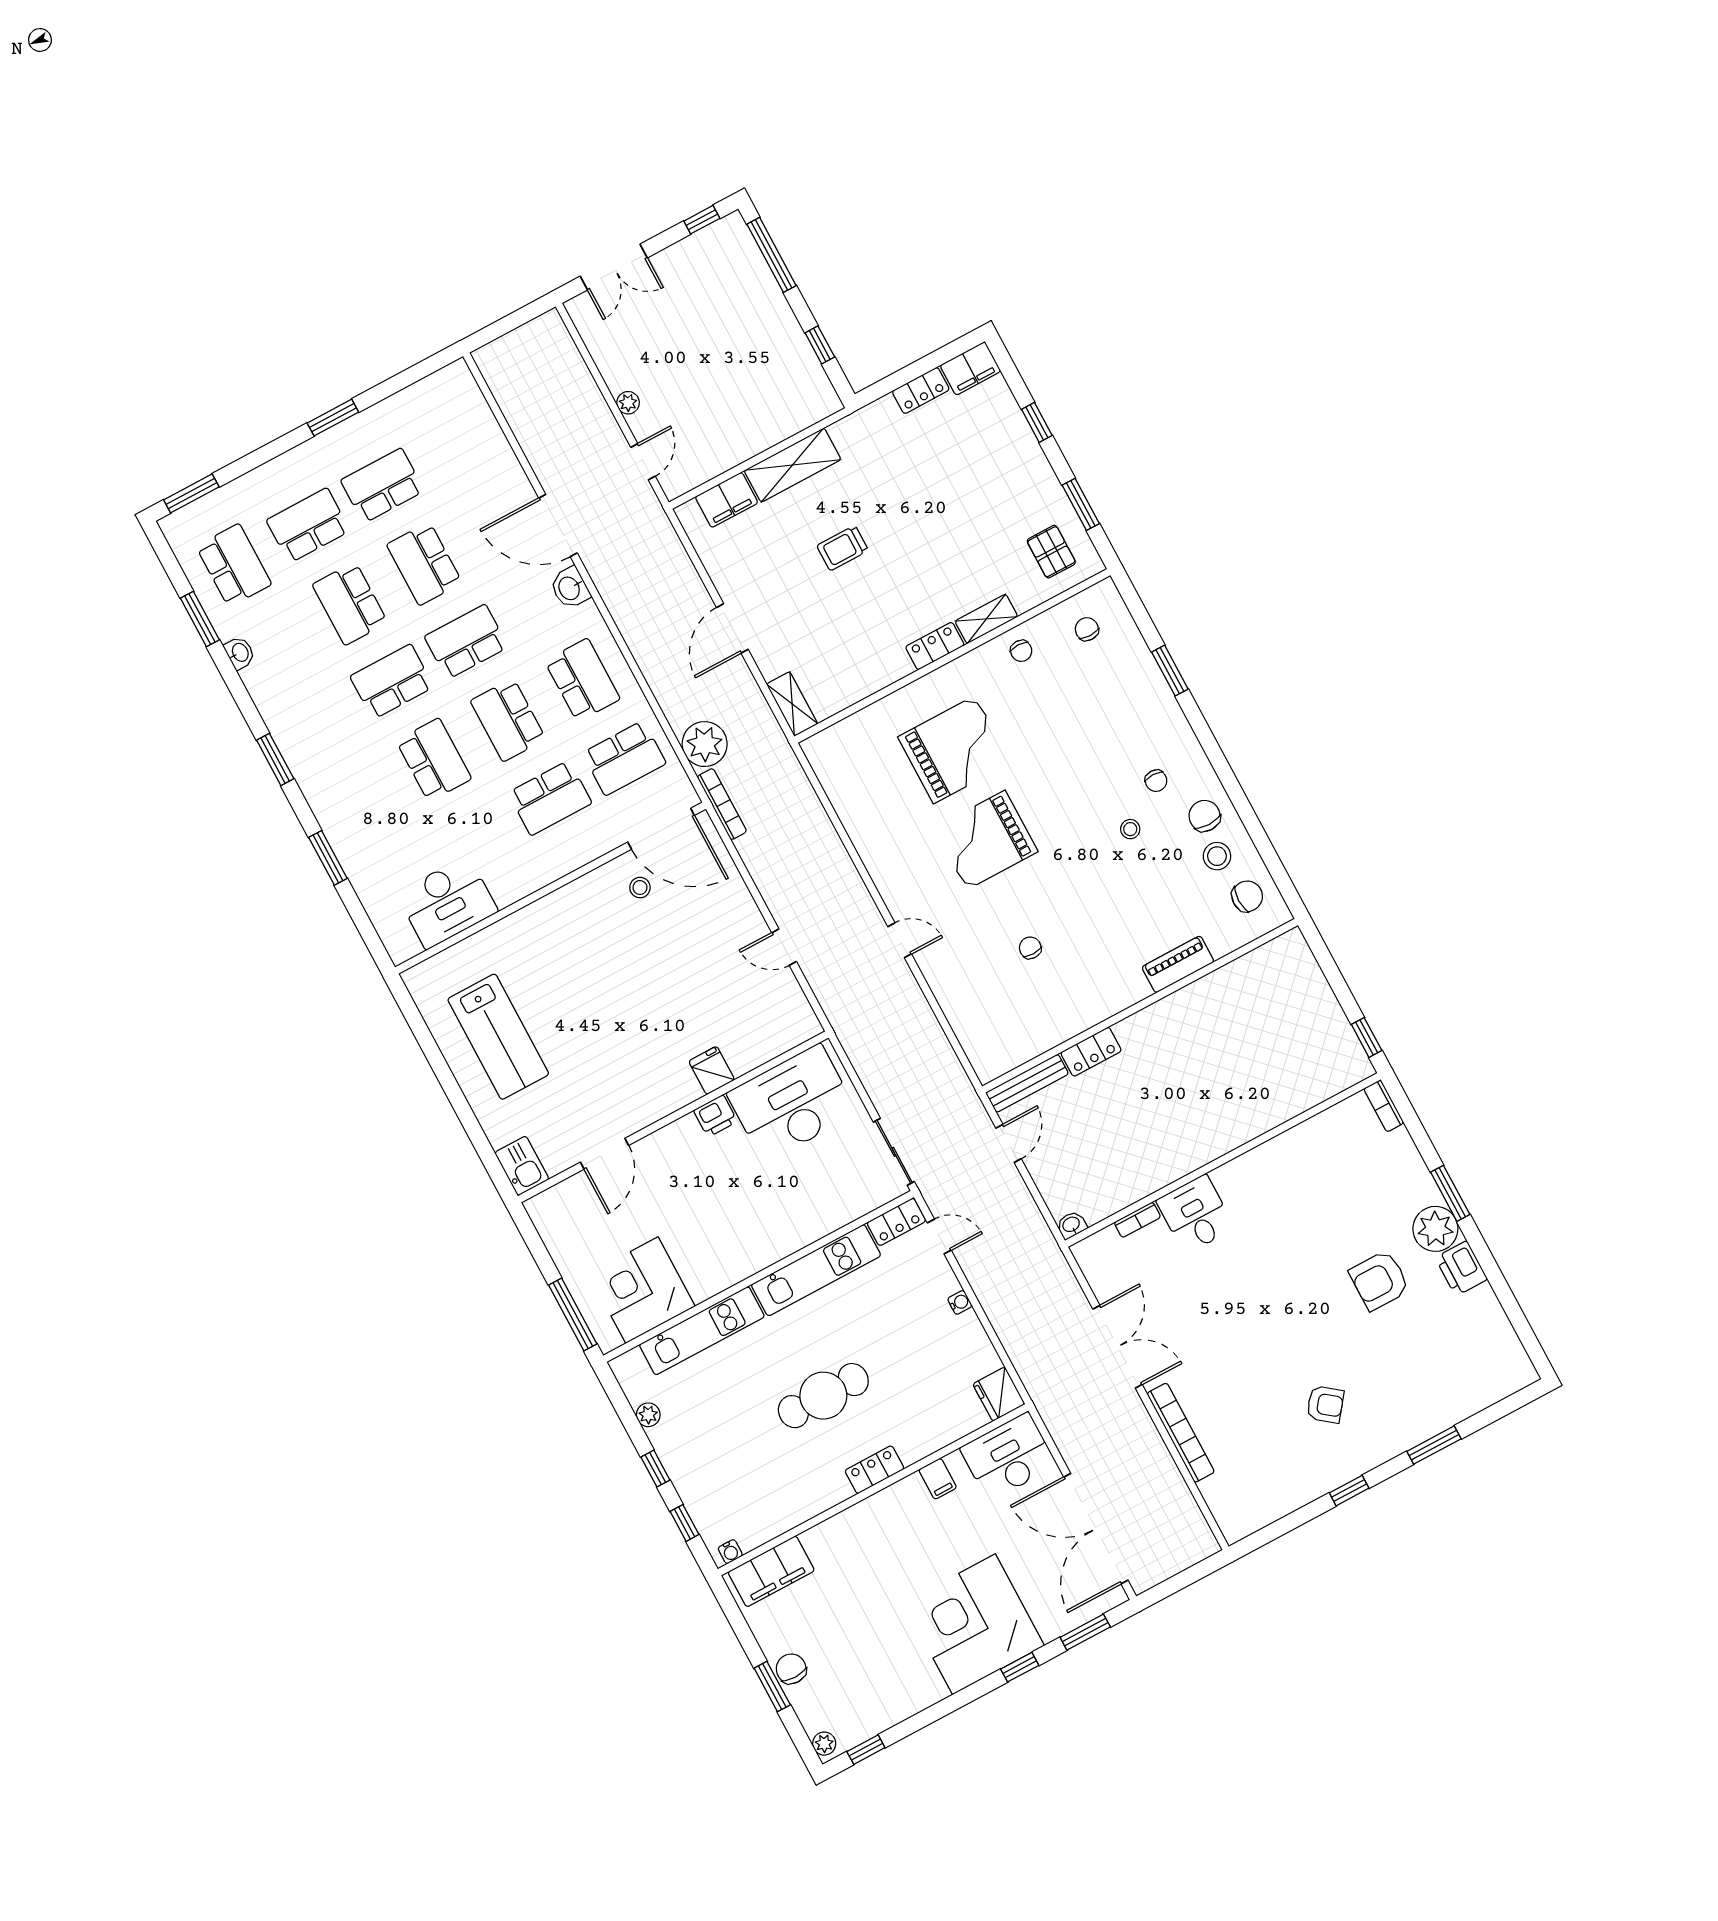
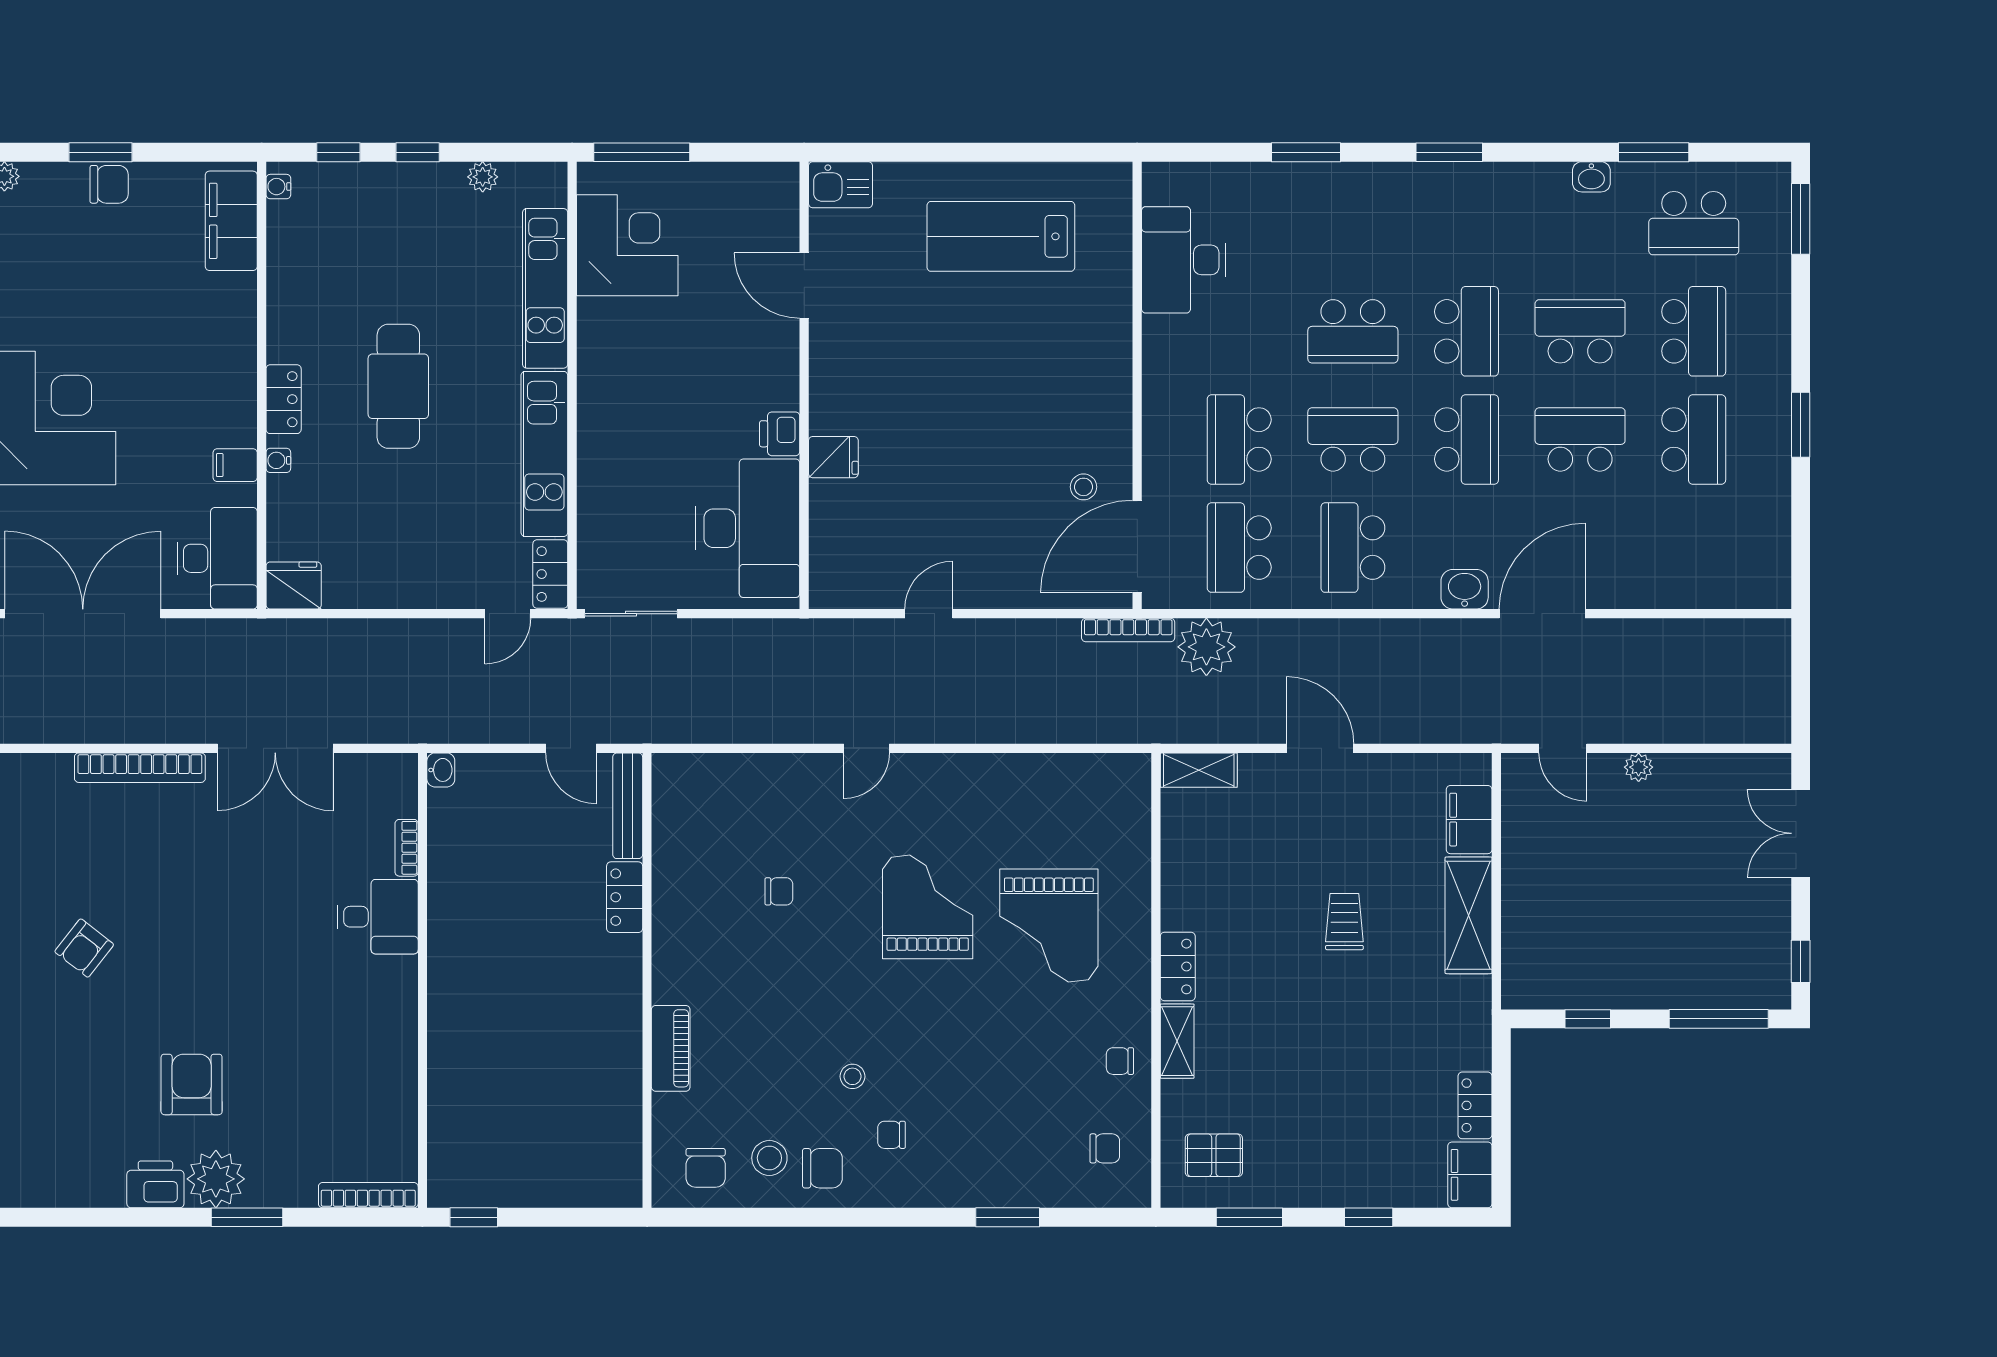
school desk: (582, 680) -> (1353, 548), turned 90
bookcase: (1384, 1106) -> (368, 1195), width x1.56
water cooler: (960, 1302) -> (278, 460), moved, turned 90

